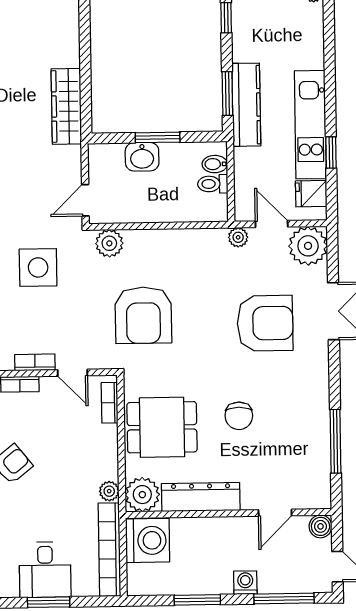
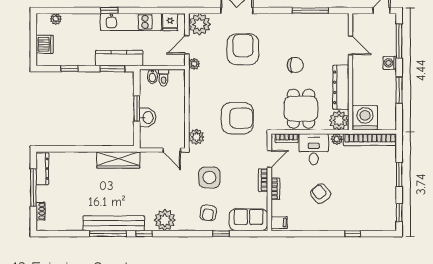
window: (331, 152) -> (109, 10), moved
boiler: (320, 526) -> (359, 20), removed
desk: (45, 570) -> (314, 149), moved, turned -90

